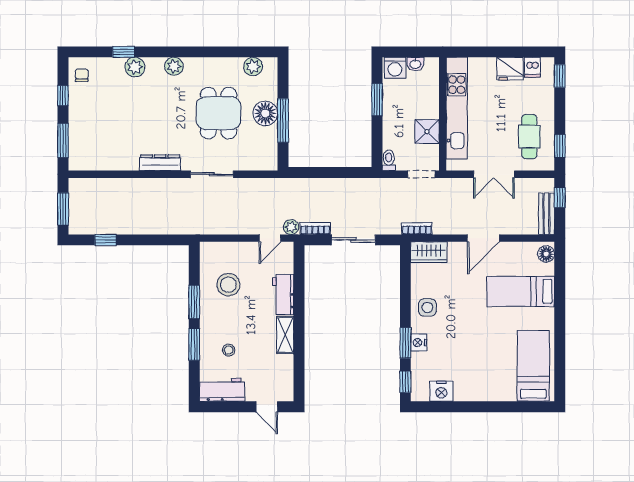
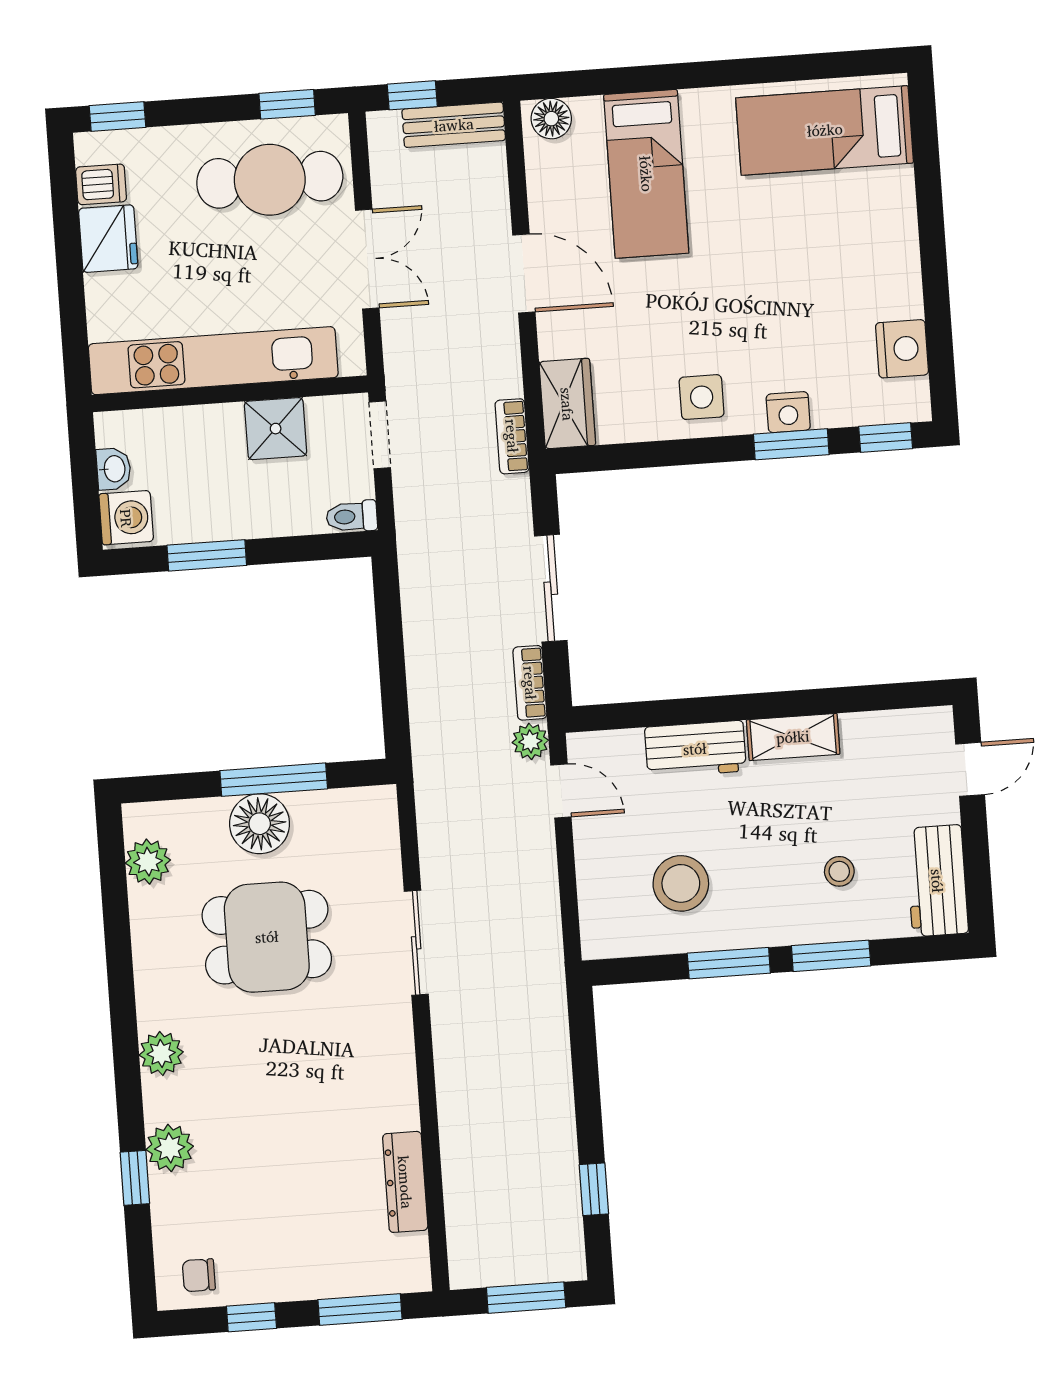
cafe table: (529, 137) -> (270, 180), width x1.37, depth x1.35
dresser: (160, 163) -> (405, 1182), moved

